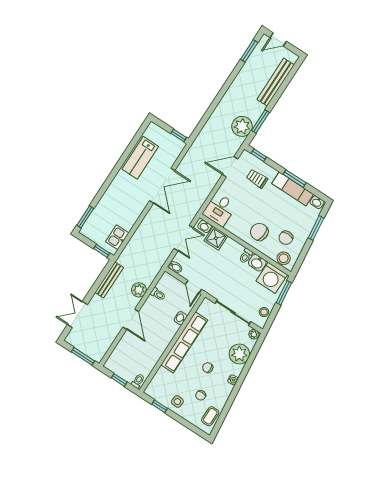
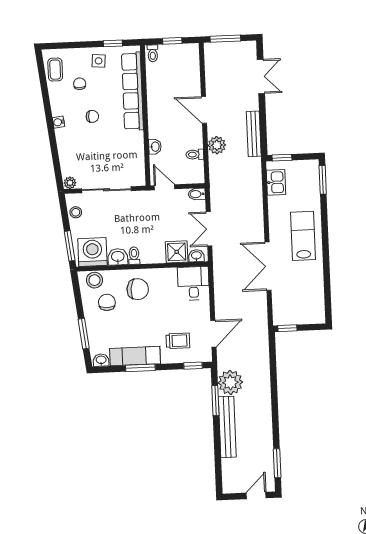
bench: (276, 82) -> (227, 427), moved
lab bench: (140, 158) -> (303, 236), moved
row of seats: (184, 342) -> (132, 91), moved
plant: (239, 354) -> (70, 153), removed

